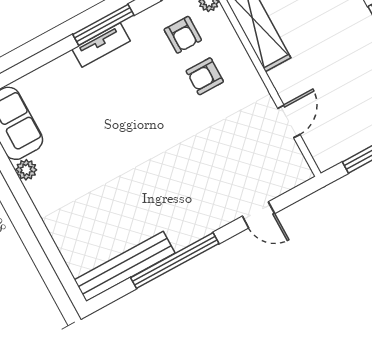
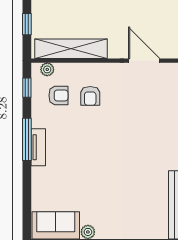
door: (289, 121) -> (144, 61), width x1.38

